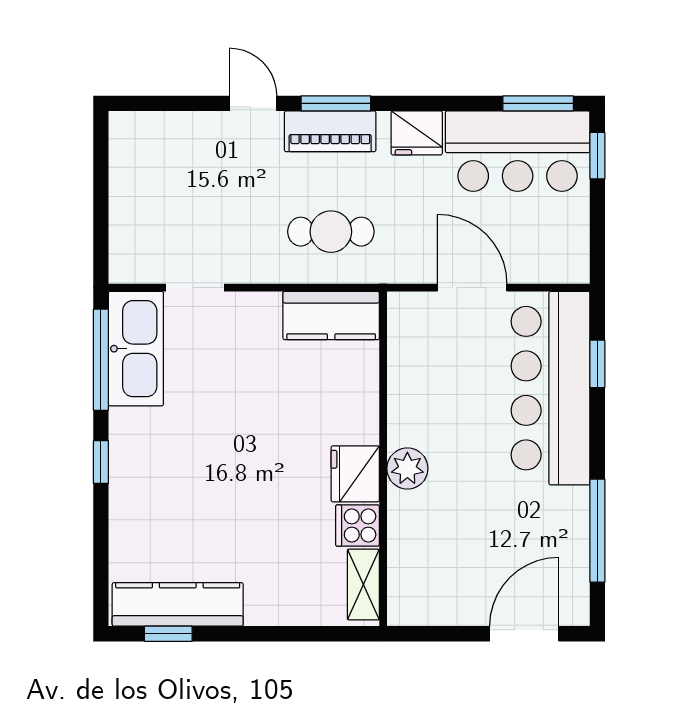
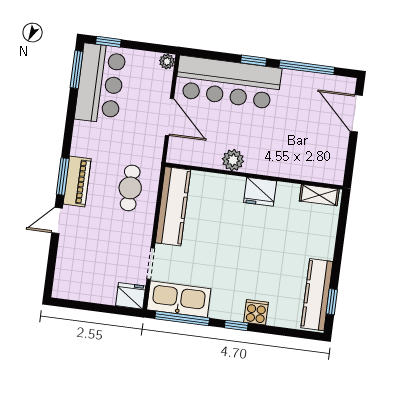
fridge: (417, 133) -> (131, 296), moved, turned -90
plant: (575, 270) -> (167, 61), added
door: (472, 288) -> (170, 117), swing flipped
kitchen counter: (331, 316) -> (173, 206), width x1.50
window: (597, 364) -> (254, 61), moved
plant: (407, 469) -> (233, 160), moved
cooker: (357, 526) -> (256, 312), moved, turned 180

